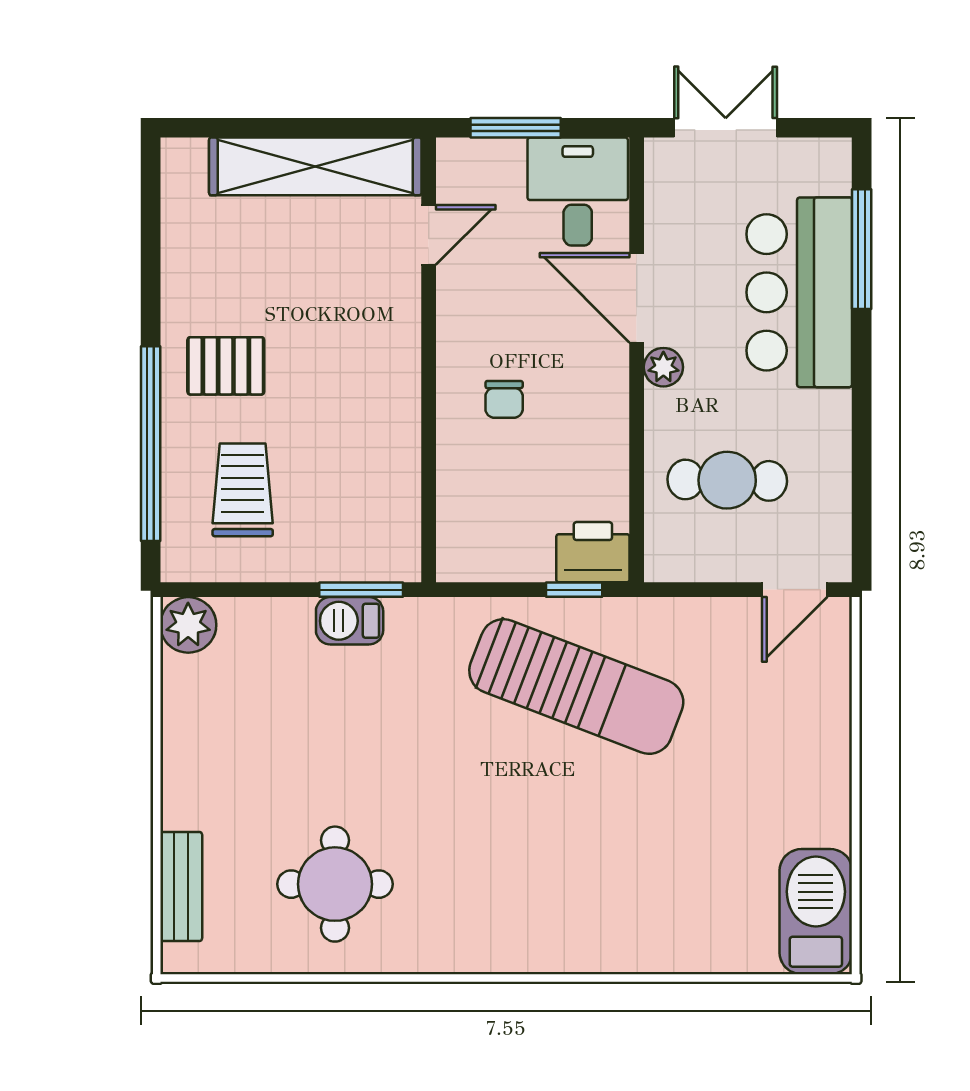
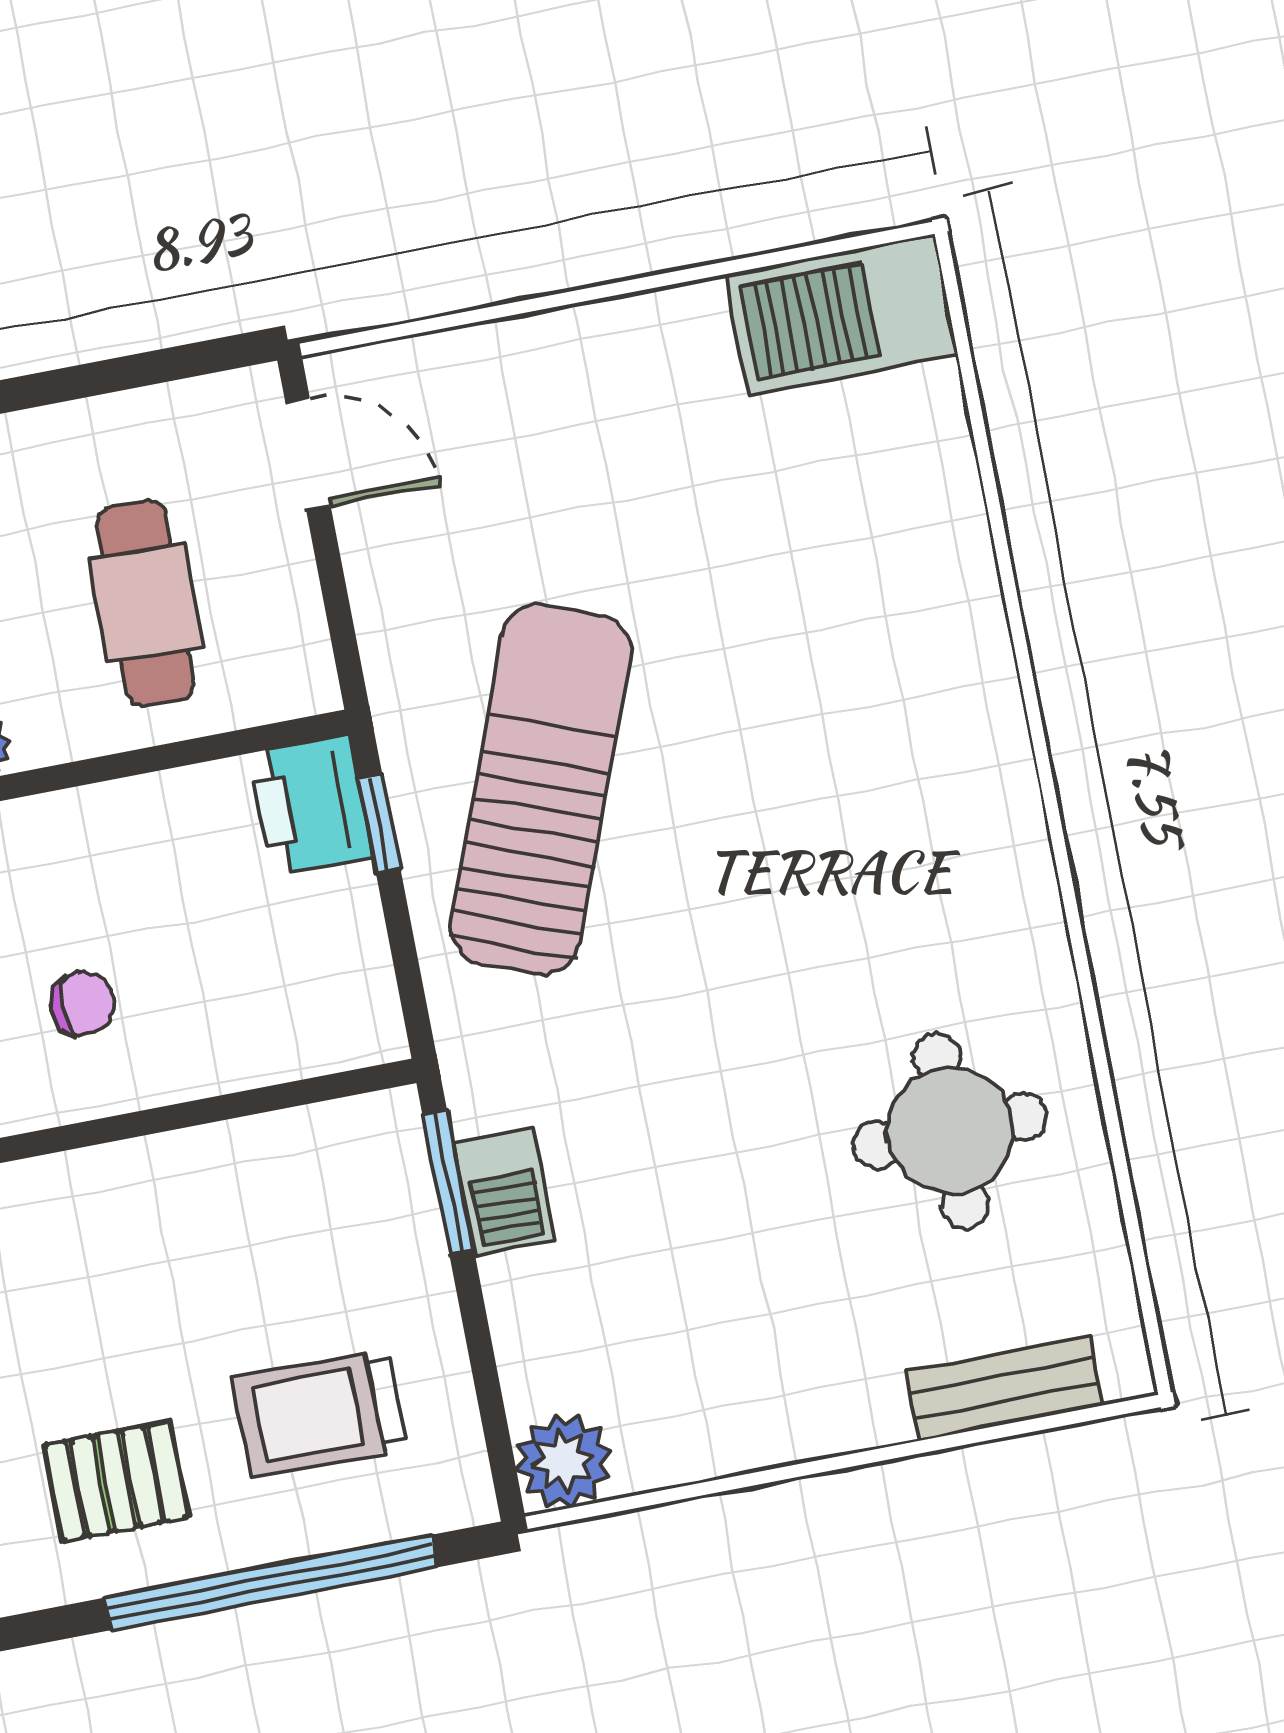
pallet: (226, 366) -> (116, 1481), turned 90

